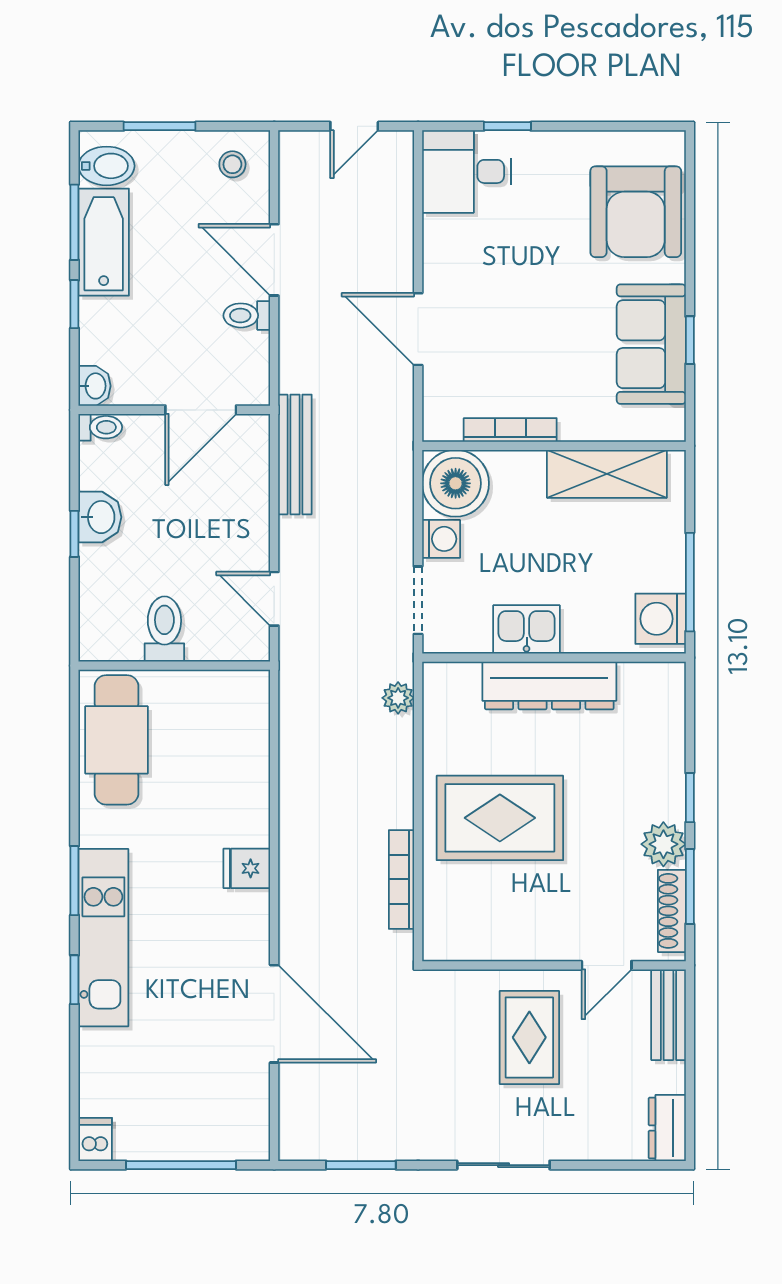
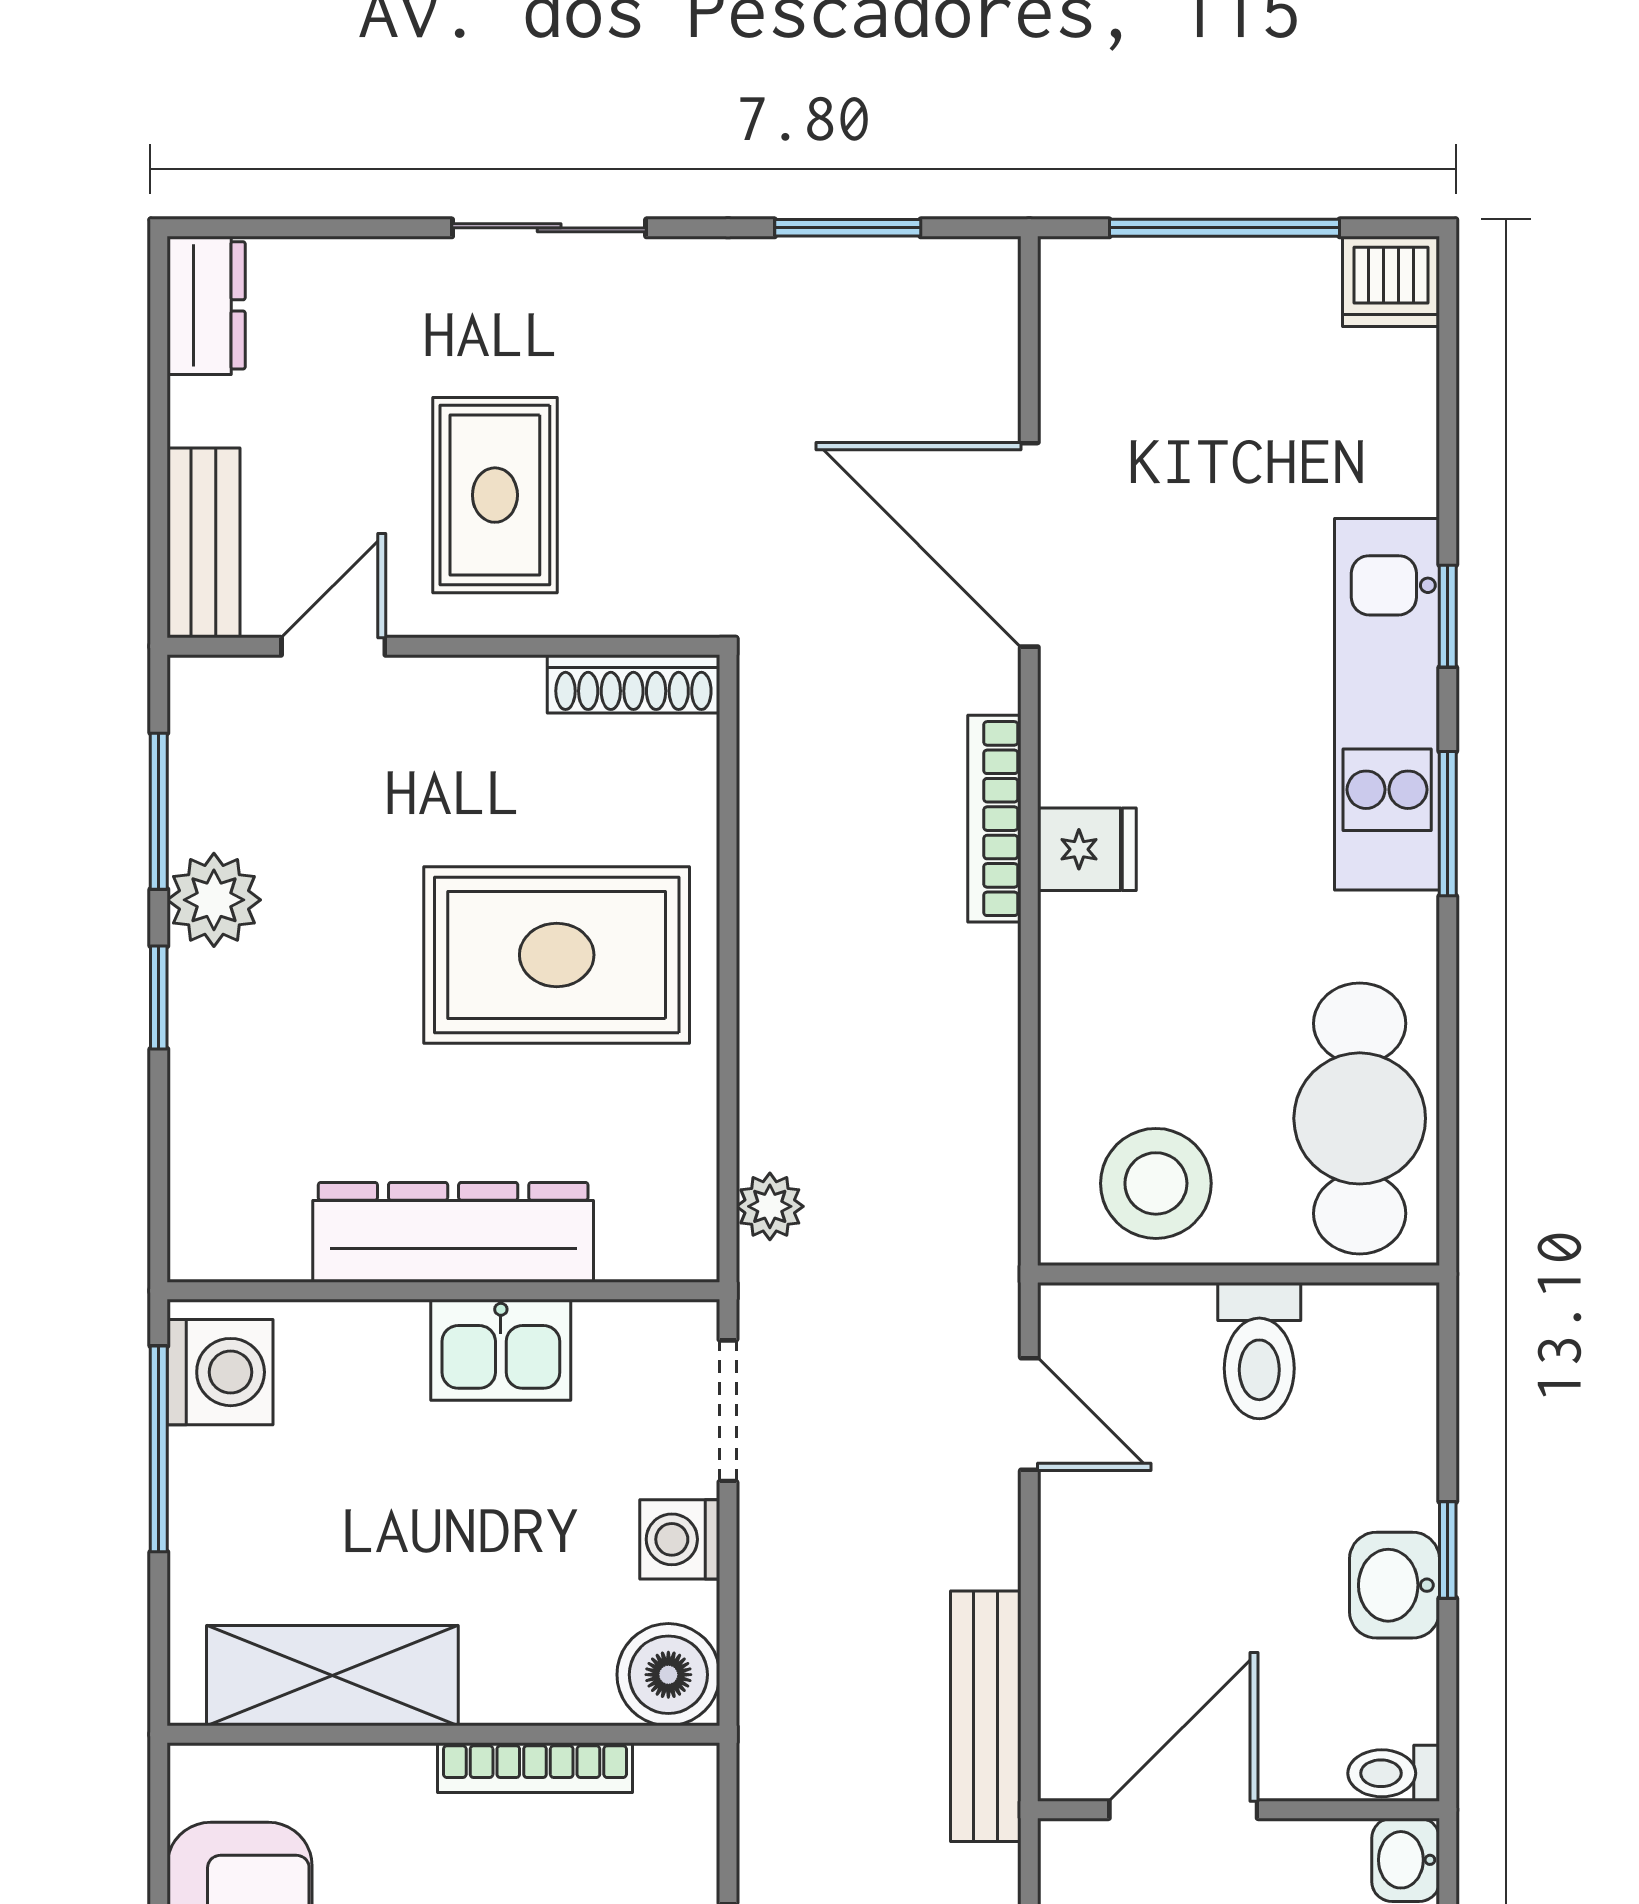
boiler: (456, 483) -> (668, 1675), width x0.73, depth x0.73
stool: (214, 709) -> (1156, 1183), added
bookcase: (401, 879) -> (994, 819), moved, turned 180
shoe rack: (672, 911) -> (633, 684), moved, turned 90
dishwasher: (95, 1139) -> (1391, 281), width x1.38

